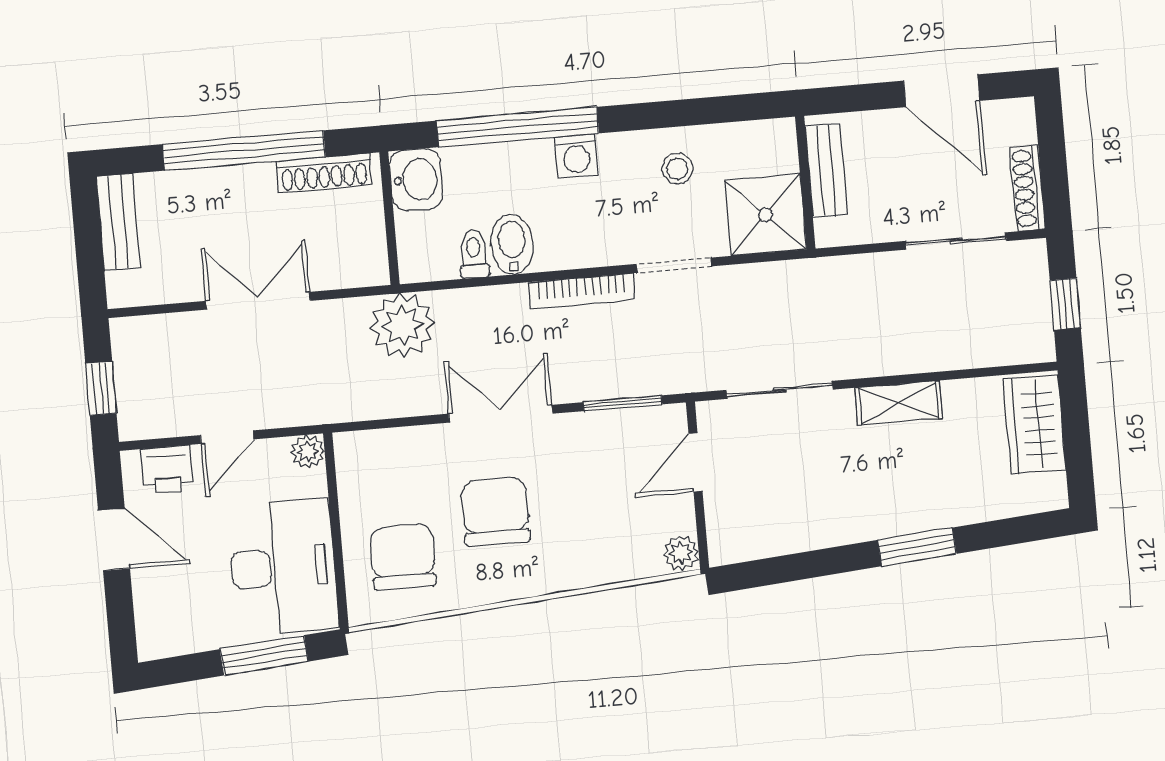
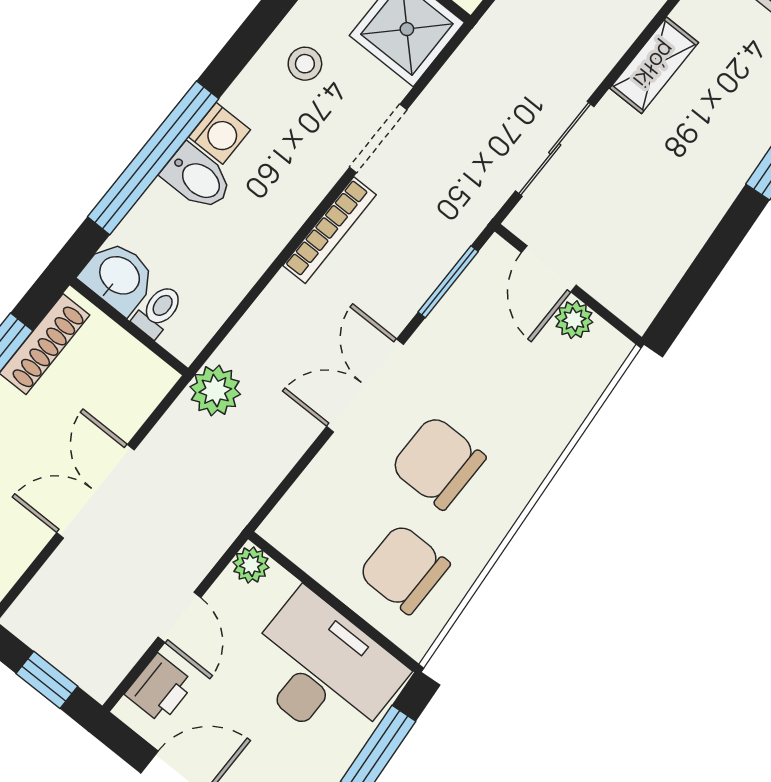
bidet: (512, 244) -> (197, 178), moved, turned 180
toilet: (474, 254) -> (158, 311), moved, turned 90
plant: (402, 325) -> (215, 391), width x0.73, depth x0.73
plant: (681, 553) -> (574, 320), moved

